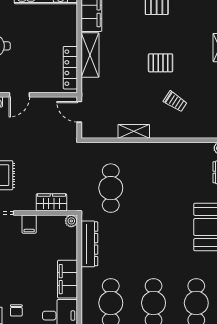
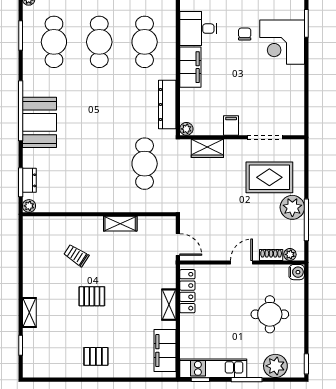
shelving: (90, 55) -> (169, 305), width x0.67, depth x0.75

